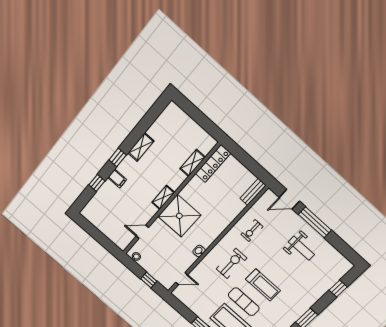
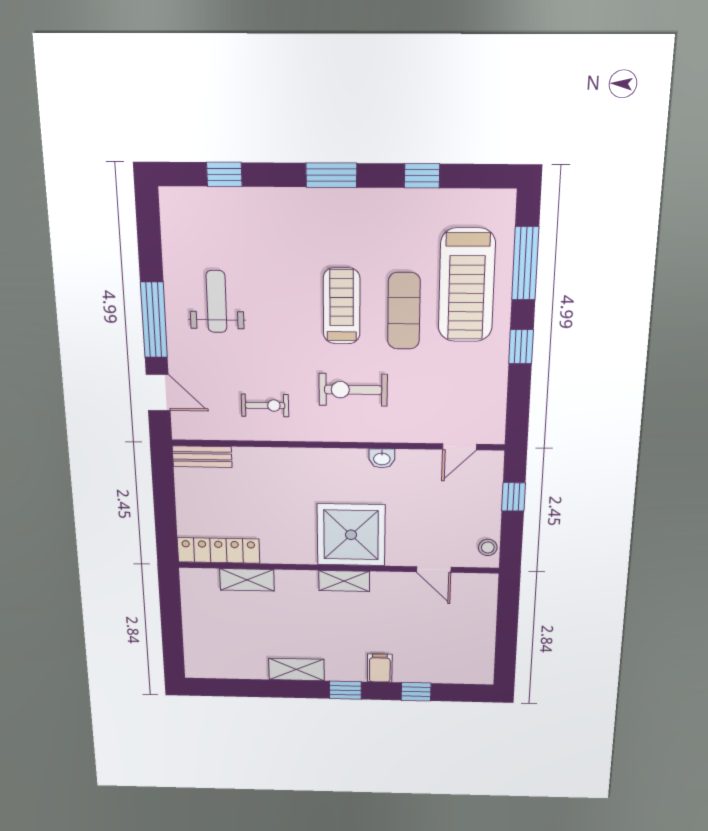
door: (182, 279) -> (460, 447), swing flipped

